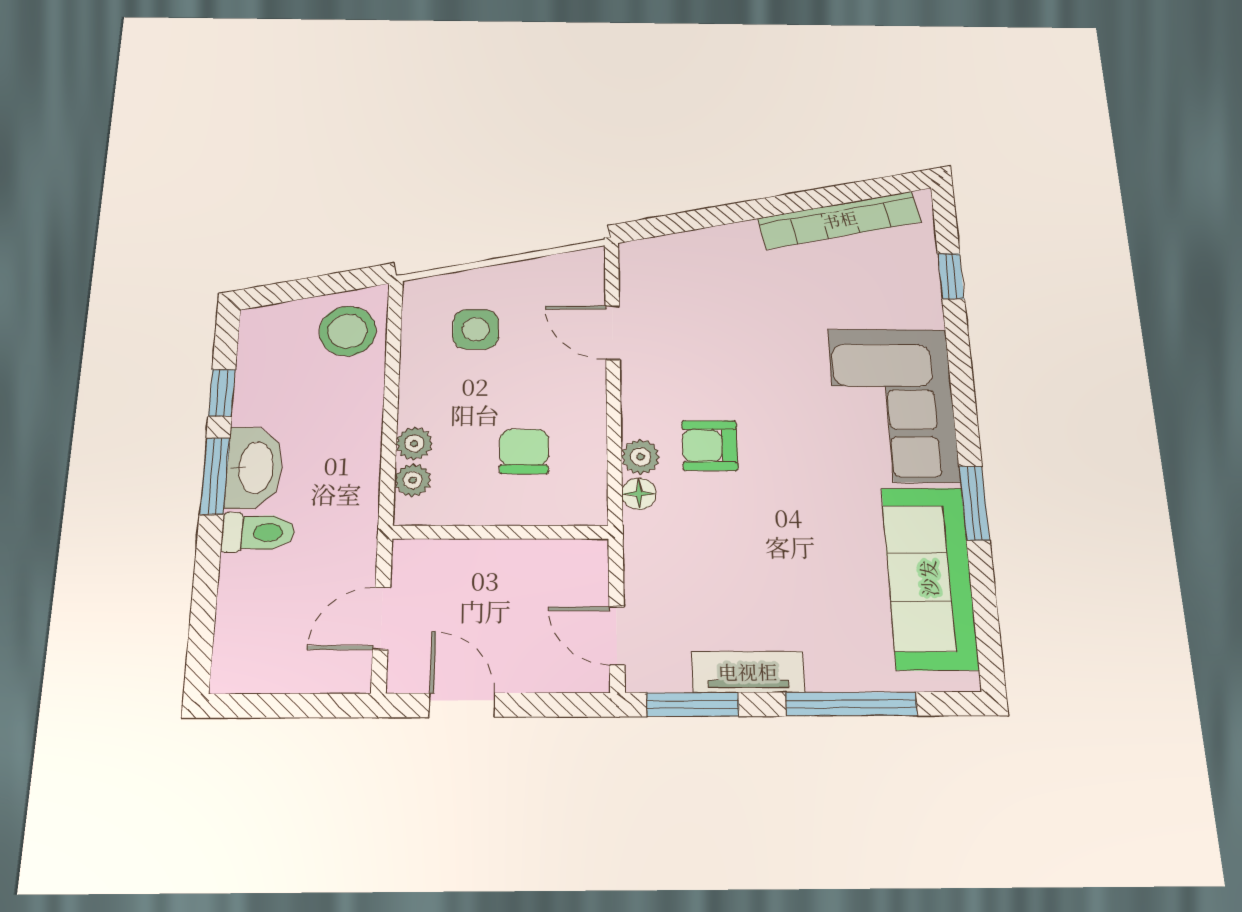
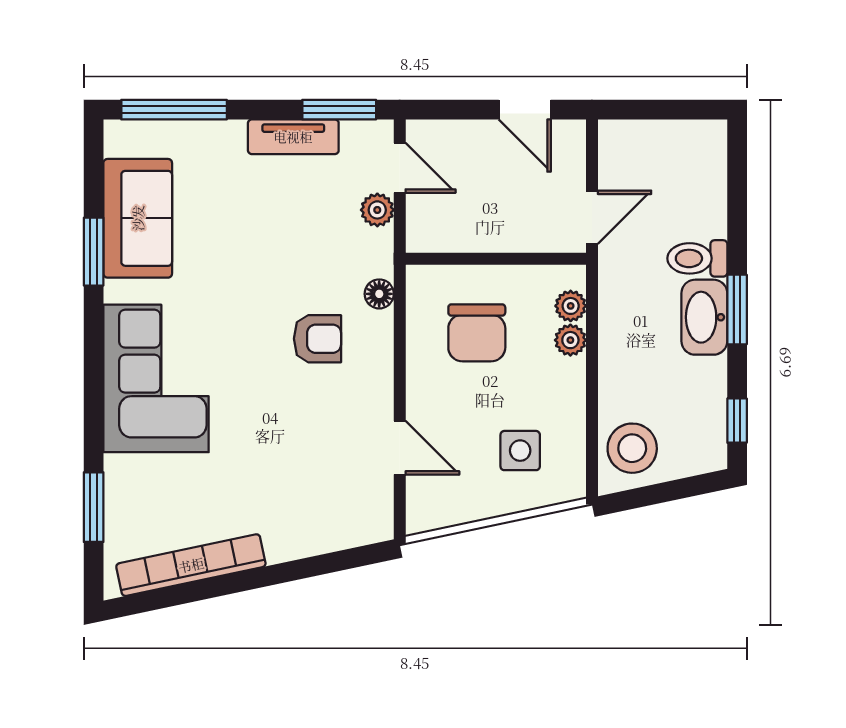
window: (951, 276) -> (94, 507), width x1.50
window: (222, 393) -> (737, 421), moved
chair: (524, 451) -> (477, 333), width x1.37, depth x1.37
plant: (641, 457) -> (377, 210), moved
window: (974, 503) -> (94, 252), moved
sofa: (929, 578) -> (138, 218), width x0.73
door: (382, 618) -> (592, 217), moved
window: (851, 704) -> (174, 110), moved

